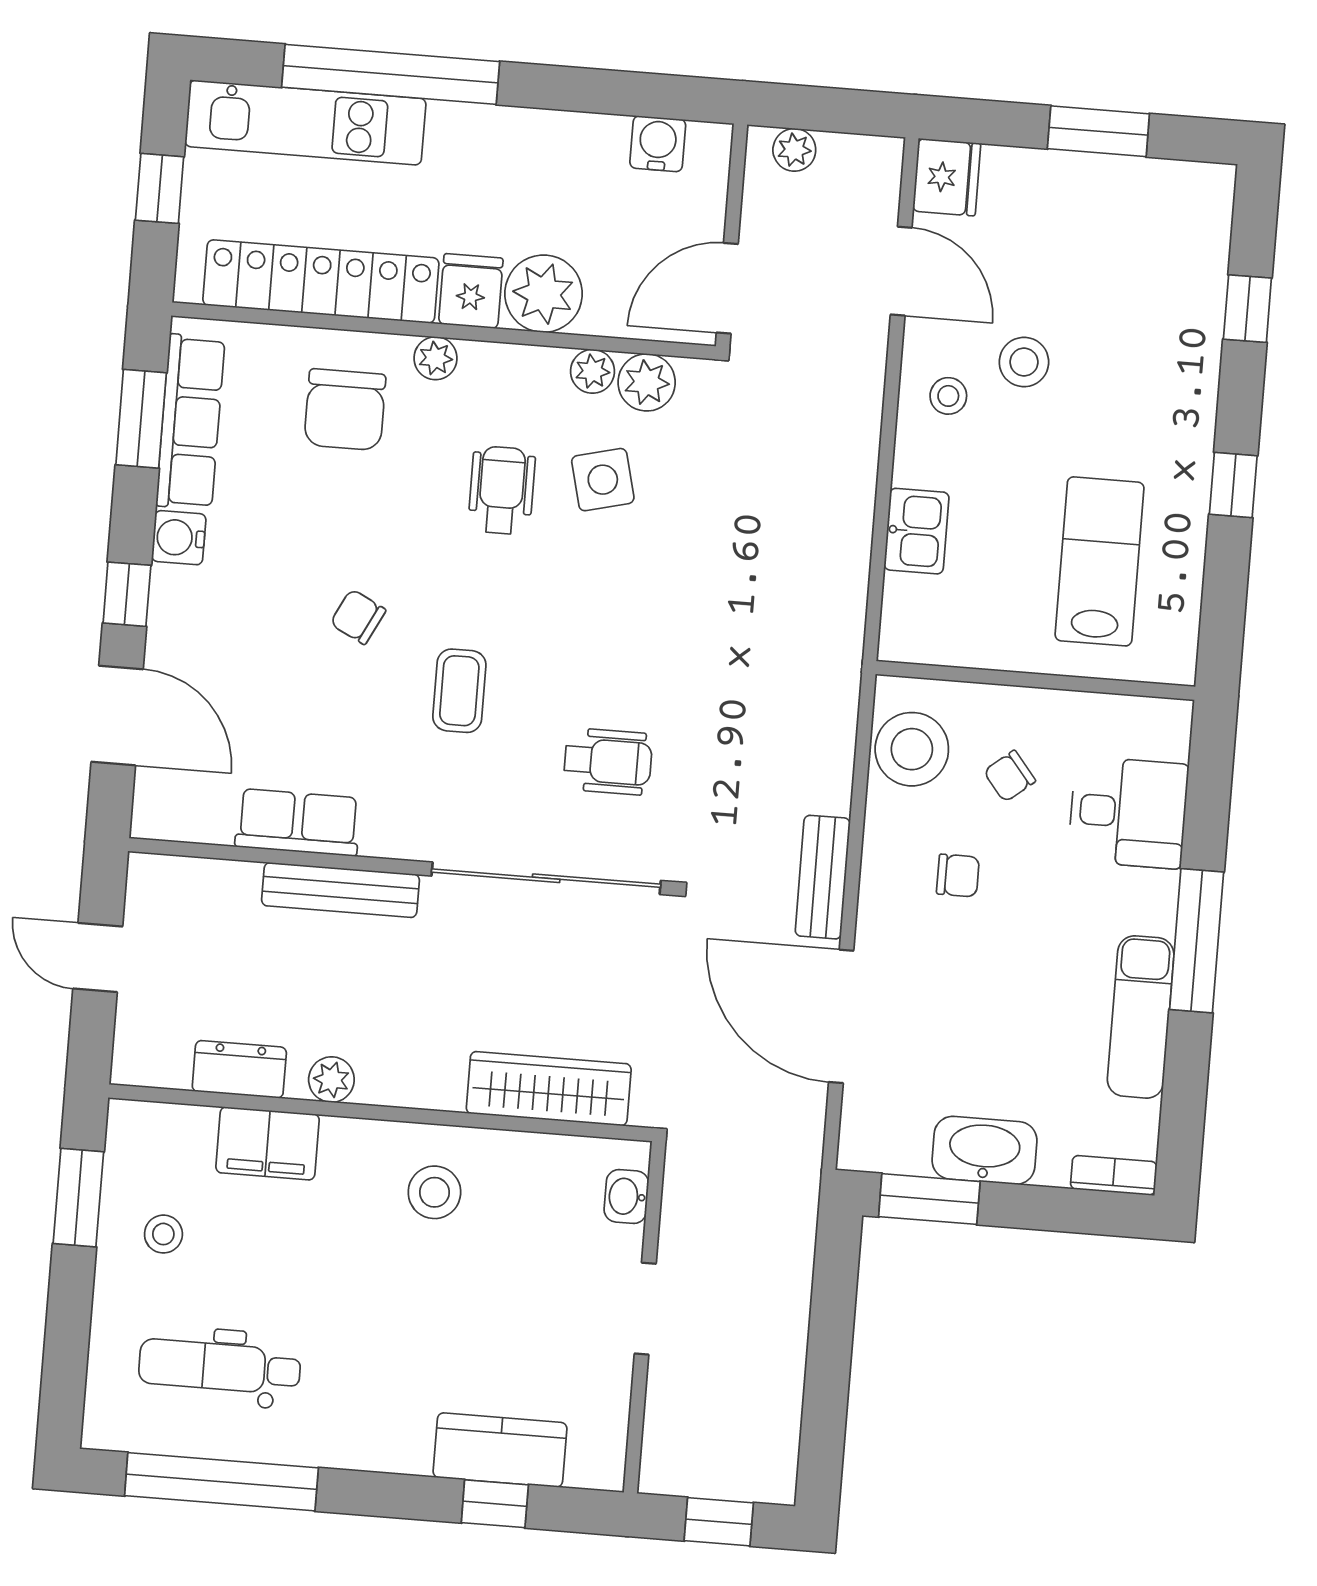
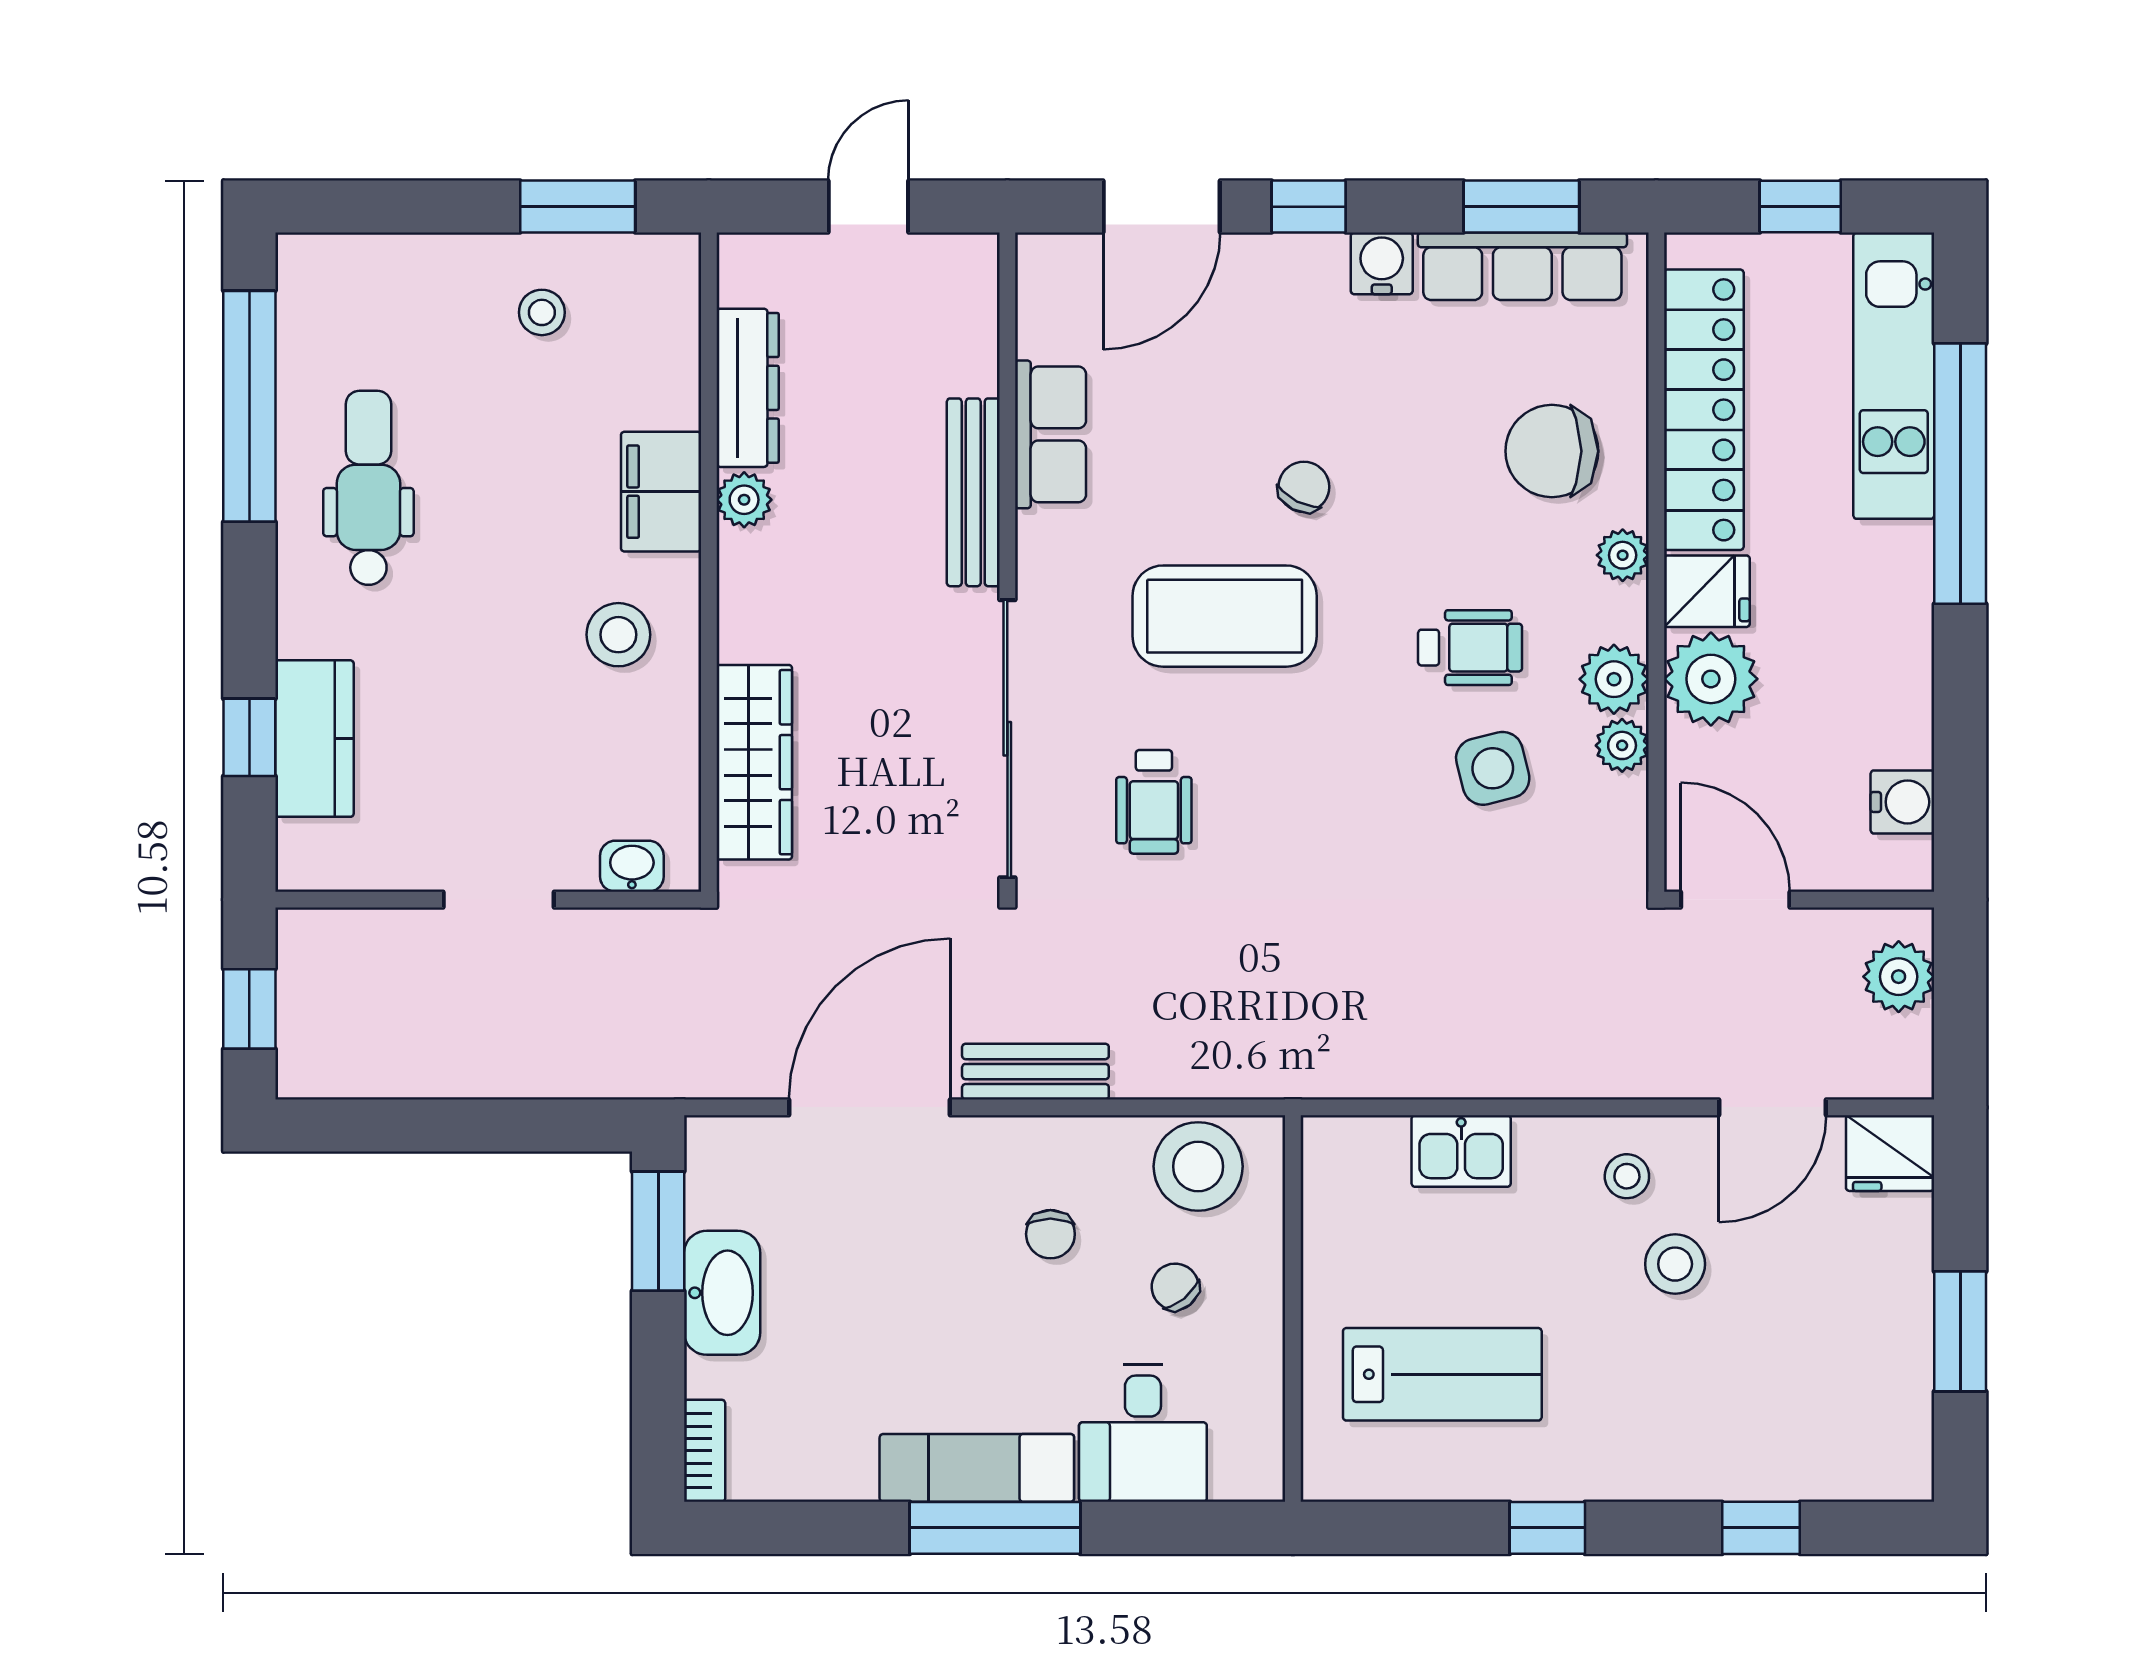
plant: (794, 150) -> (1899, 977), width x1.38, depth x1.38
plant: (647, 382) -> (1614, 679), moved
coffee table: (459, 691) -> (1225, 616), width x1.86, depth x1.72
exam couch: (1141, 1017) -> (977, 1468), moved
dresser: (239, 1069) -> (748, 388), width x1.44
filing cabinet: (268, 1143) -> (661, 492), moved
dental chair: (220, 1367) -> (368, 488), moved

